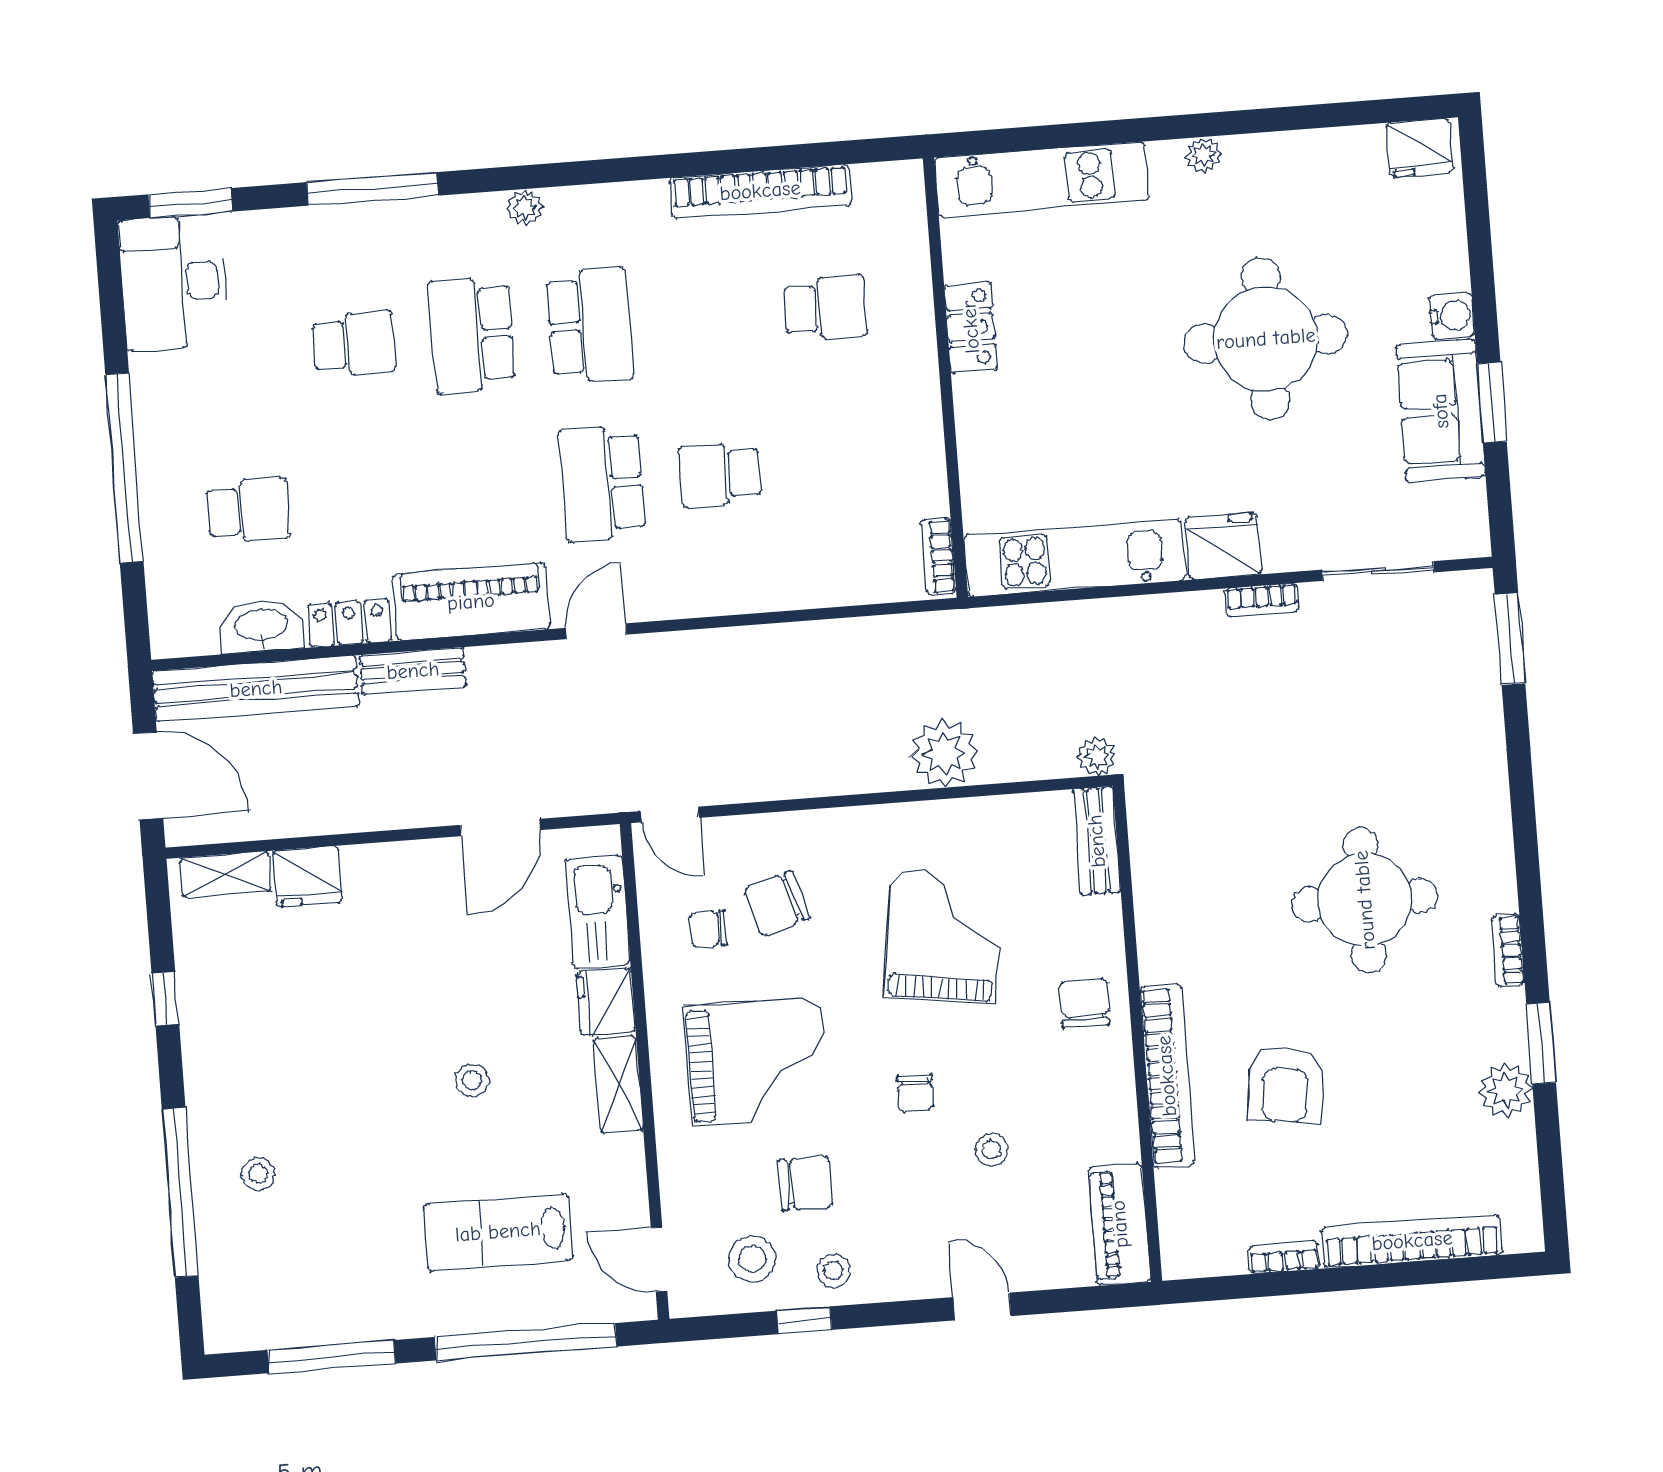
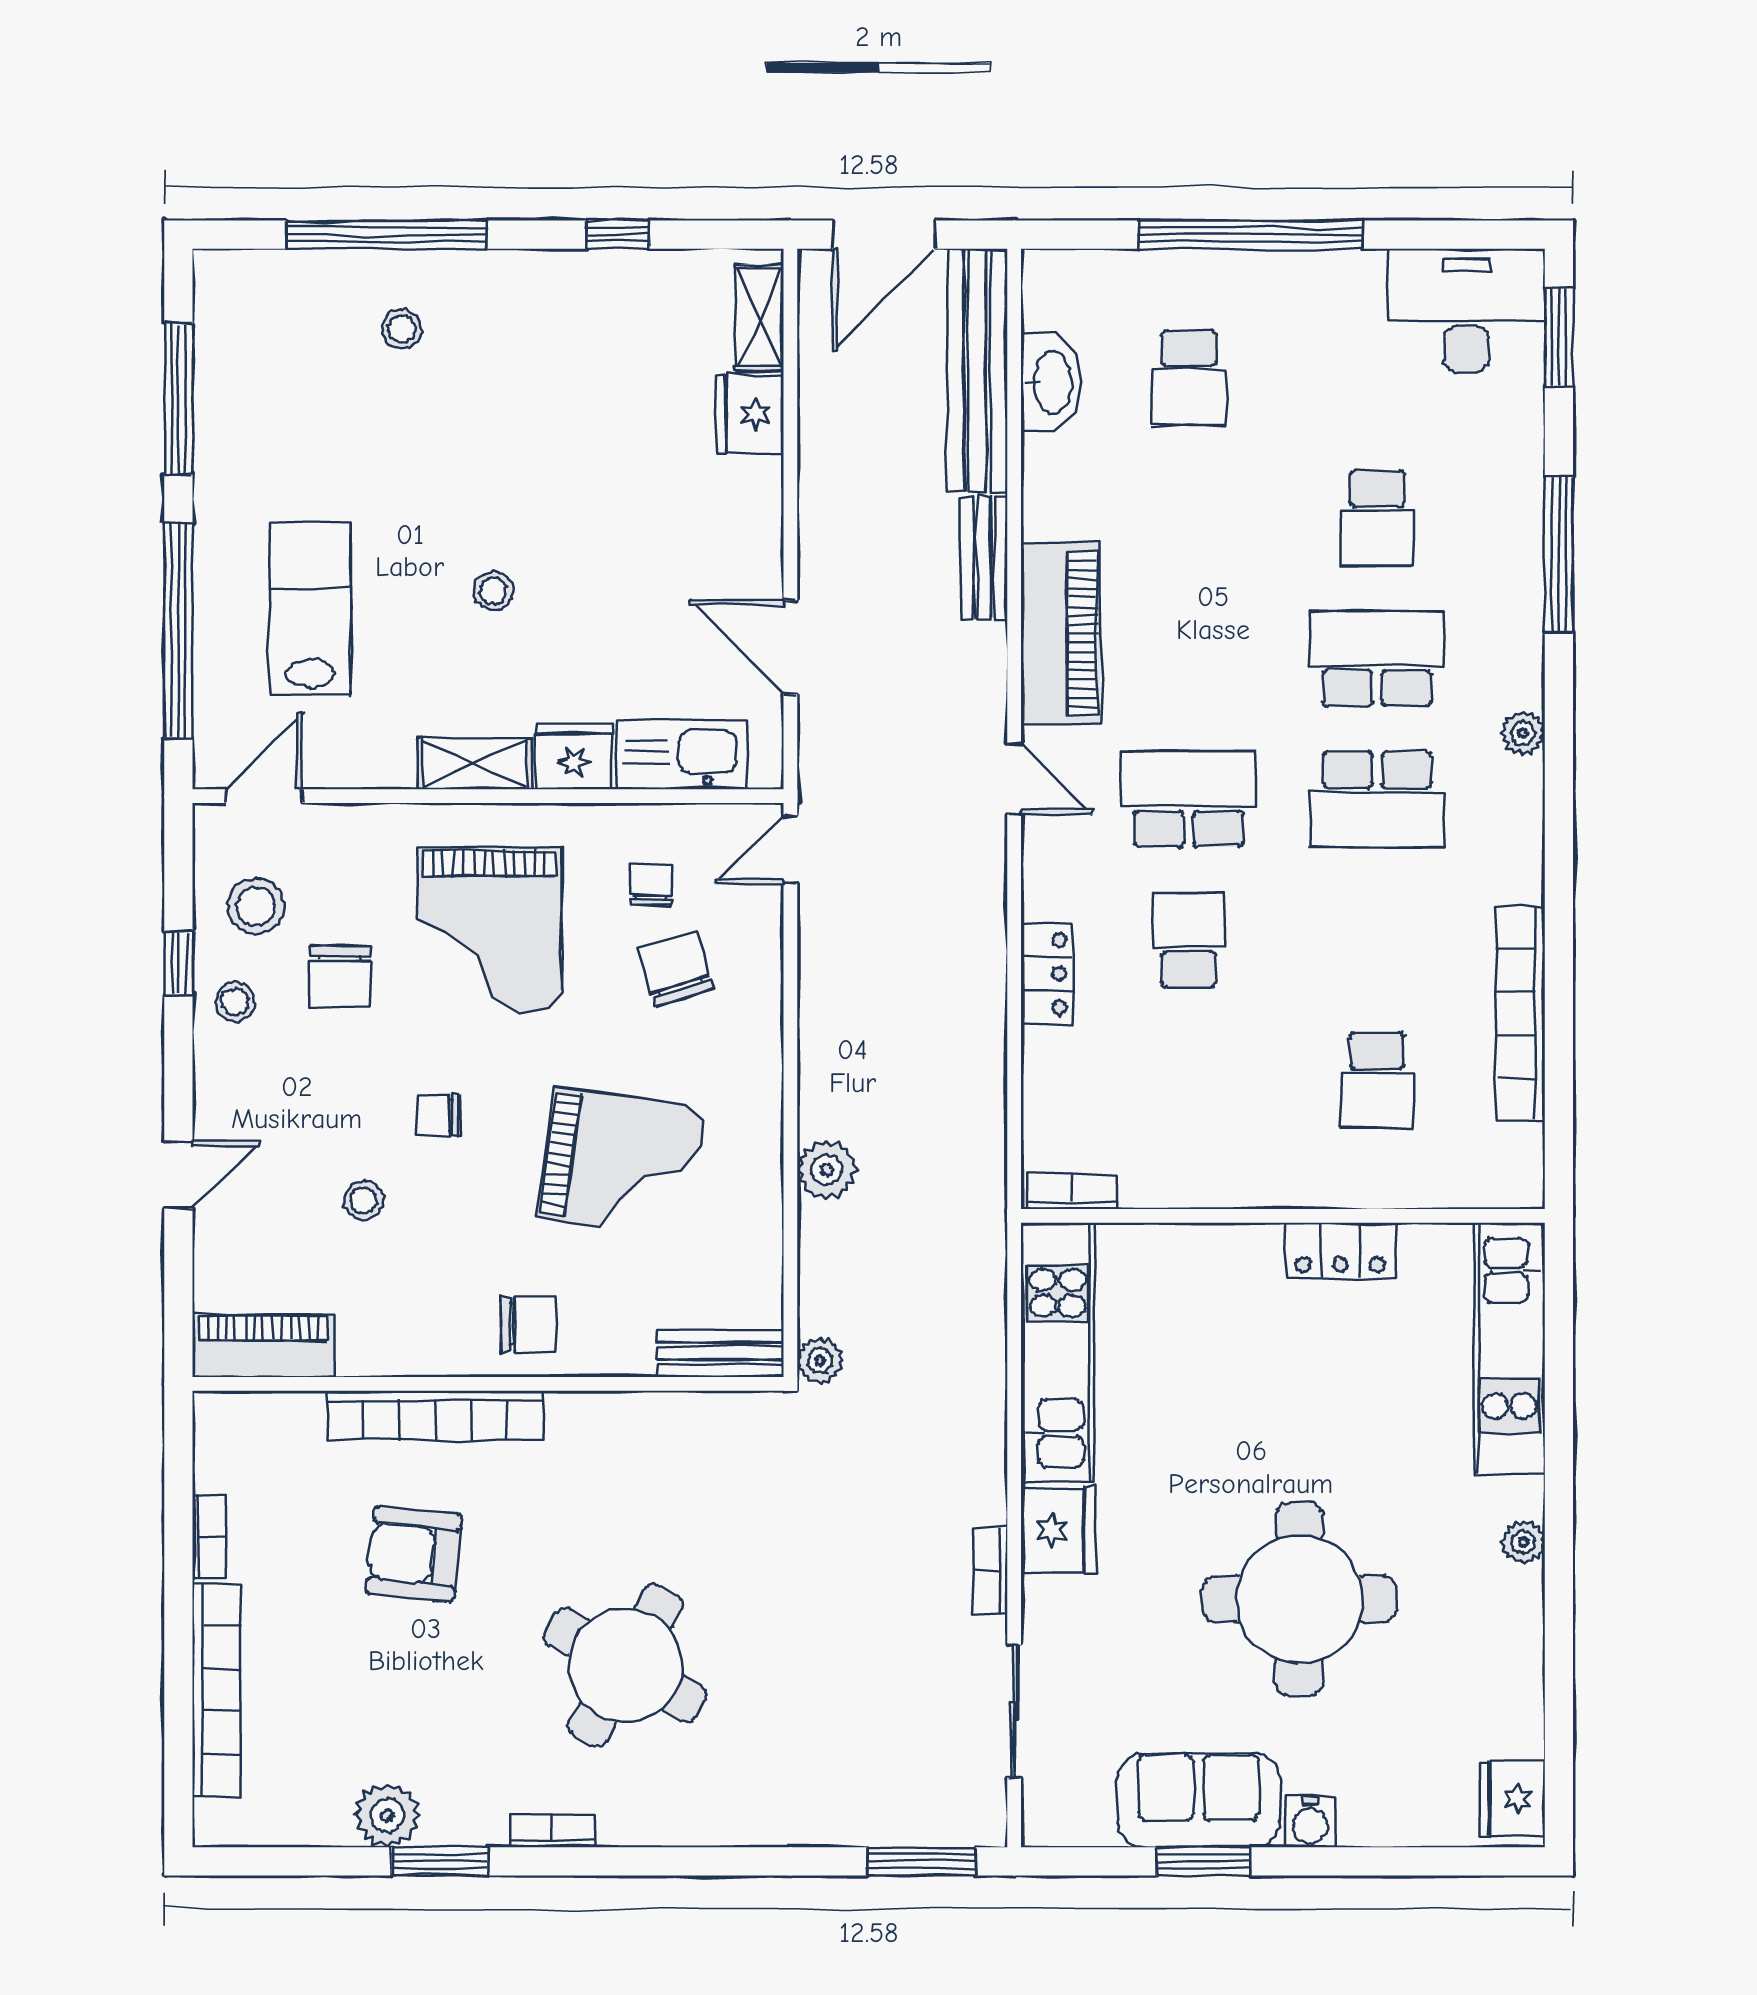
locker: (349, 623) -> (1047, 974), moved
plant: (944, 754) -> (827, 1170), width x0.73, depth x0.73
round table: (1365, 900) -> (625, 1665), turned 30

